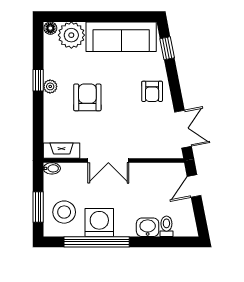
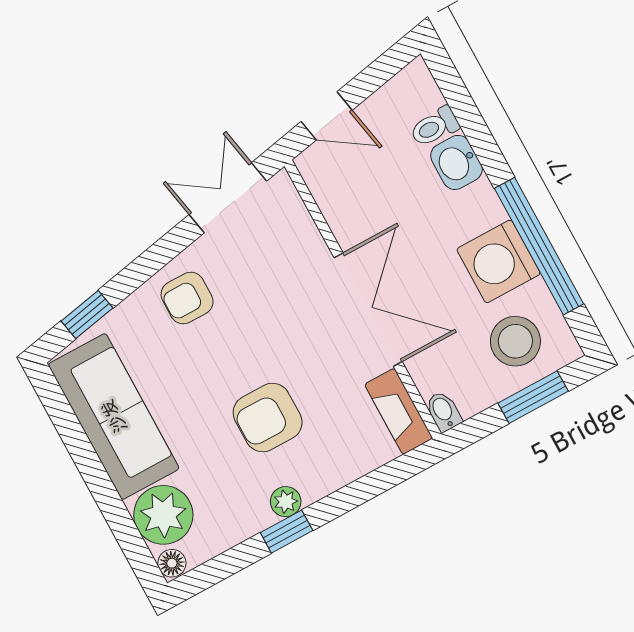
armchair: (152, 91) -> (187, 298), turned 180
double door: (108, 161) -> (368, 310), width x1.37

